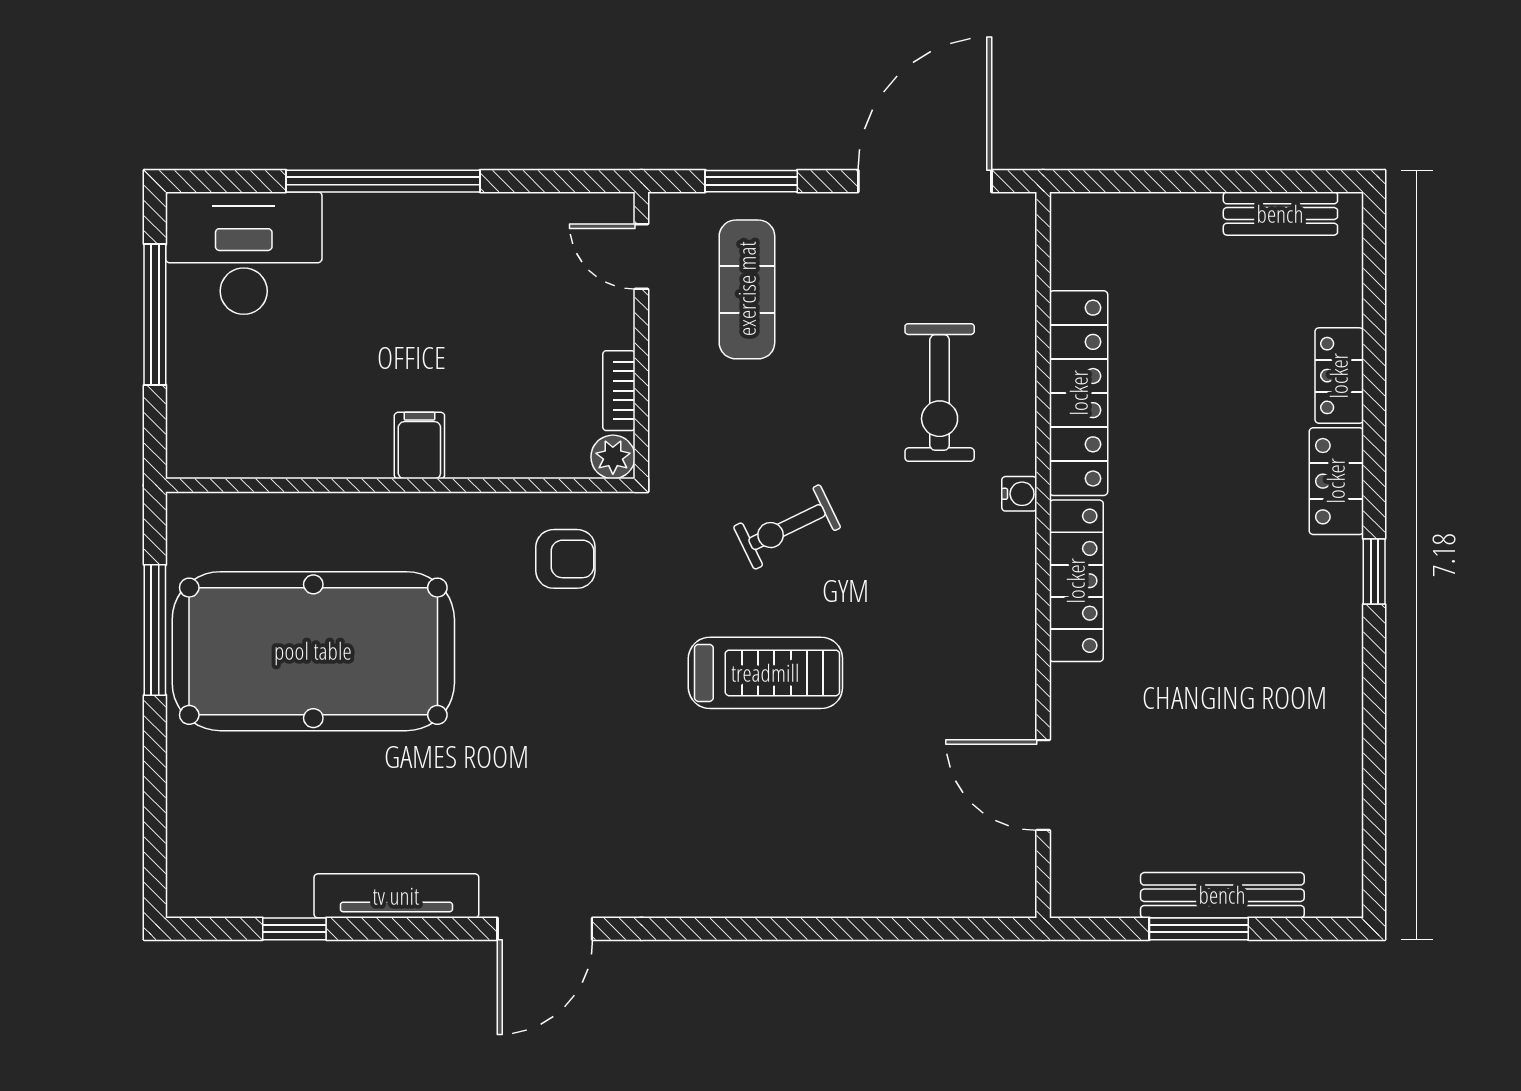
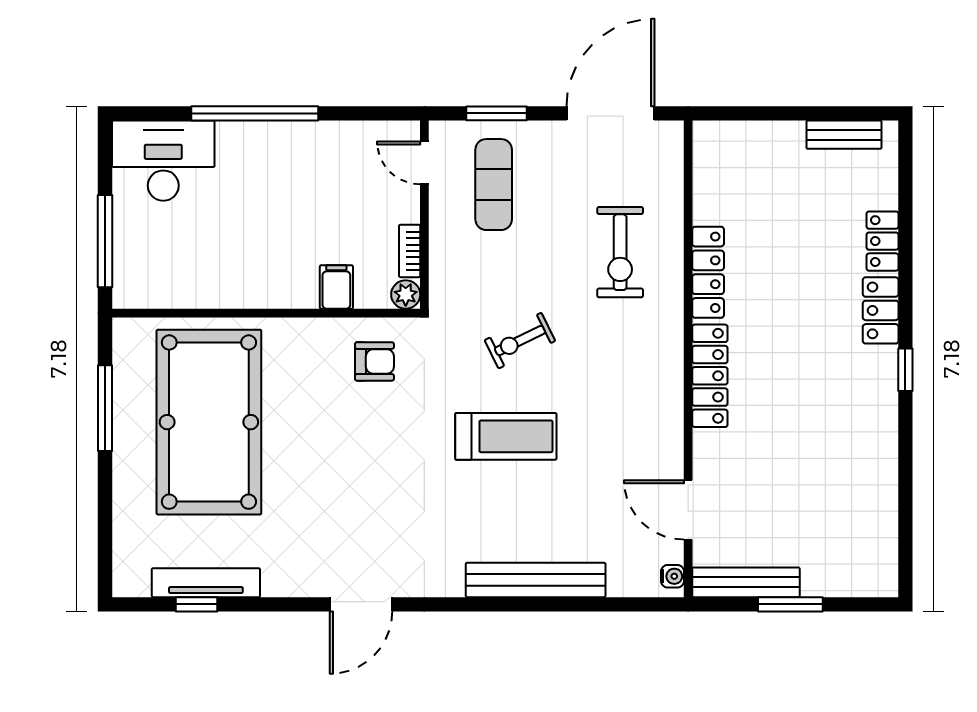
window: (155, 315) -> (105, 241), moved
locker: (1079, 393) -> (708, 272), width x0.71, depth x0.83
filing cabinet: (419, 446) -> (336, 287), moved
water cooler: (1019, 494) -> (672, 576), moved
pool table: (313, 651) -> (209, 422), turned 90
bench: (811, 892) -> (536, 580), added
bench: (1222, 895) -> (746, 582), moved
tv unit: (396, 896) -> (206, 583), moved

